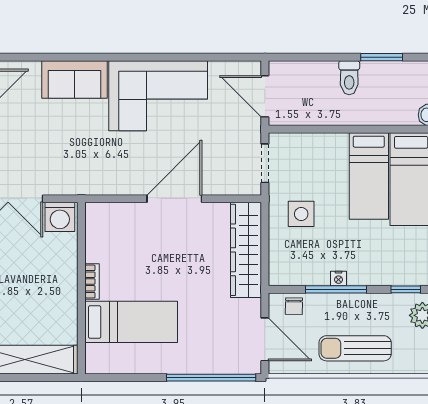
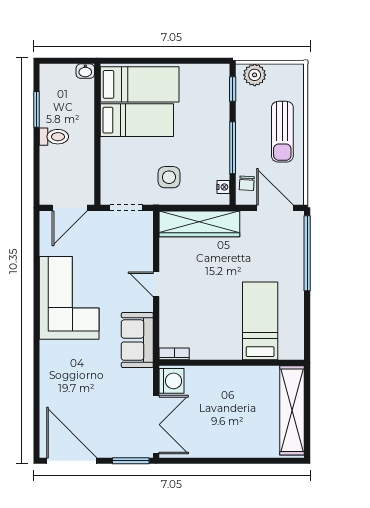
sofa: (74, 79) -> (137, 340), moved, turned 180
door: (174, 199) -> (156, 284), width x0.53
nightstand: (339, 278) -> (223, 187), moved
bookcase: (92, 282) -> (174, 354), moved
chair: (294, 306) -> (247, 183), turned 92
door: (265, 339) -> (275, 208), hinge flipped

